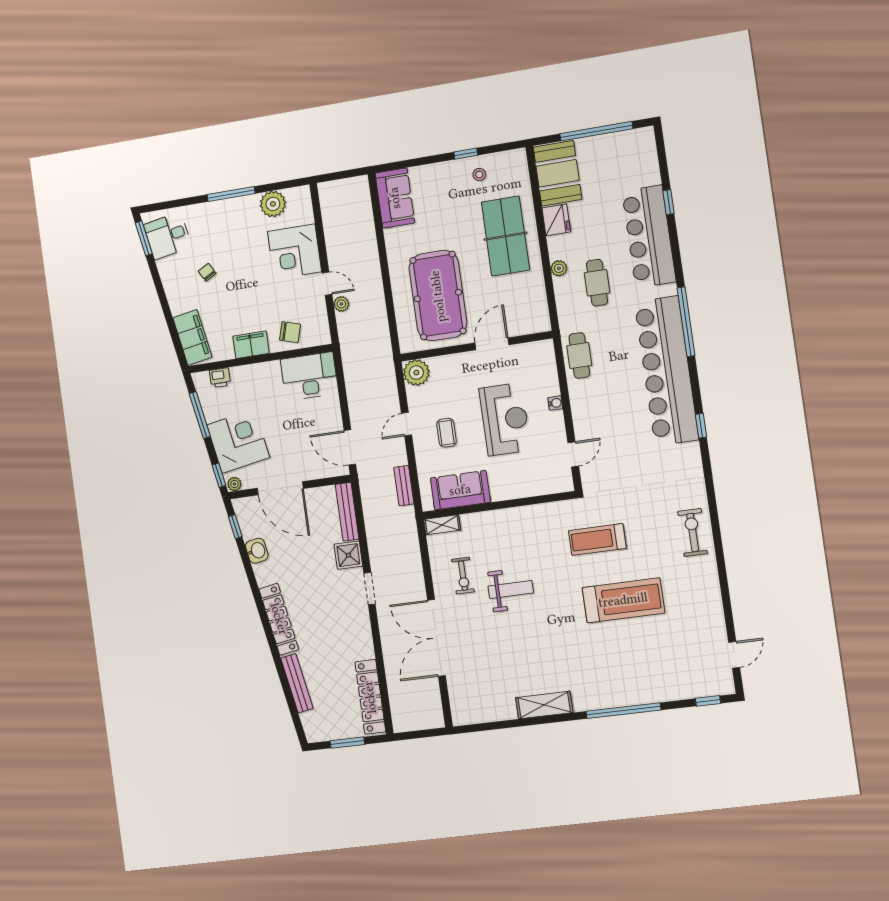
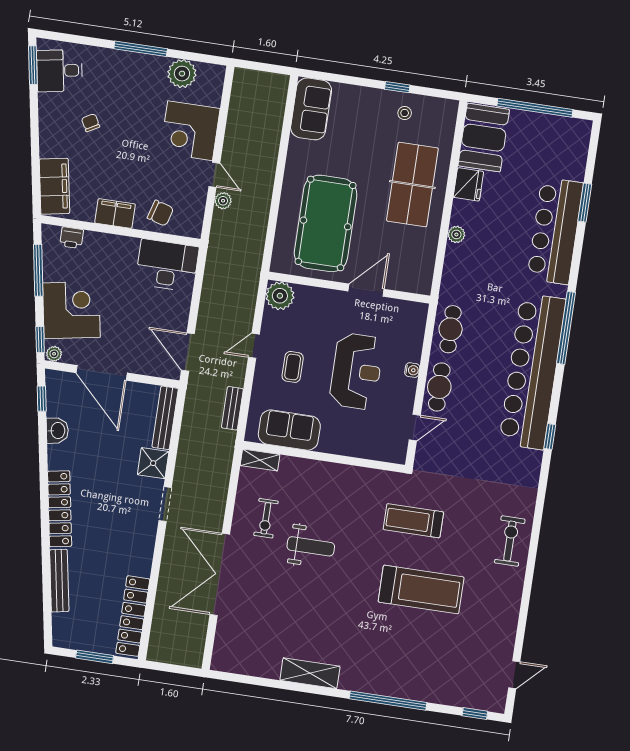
window: (669, 202) -> (585, 203), width x1.50
cafe table: (597, 283) -> (439, 387), moved

